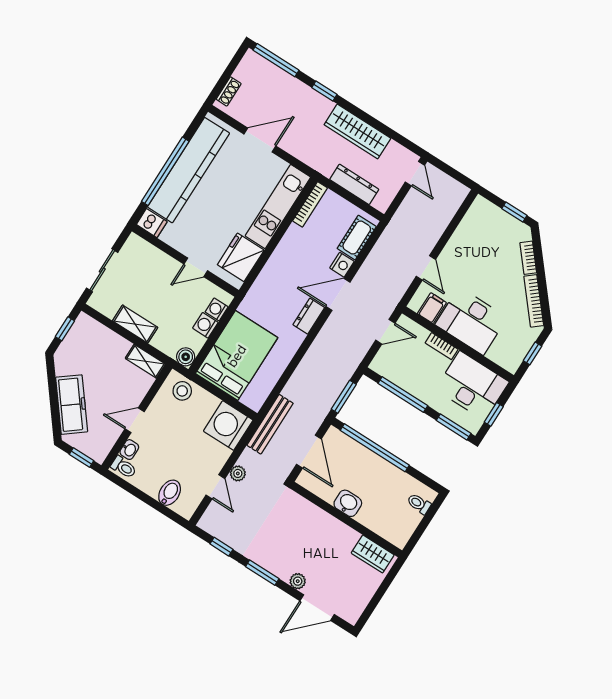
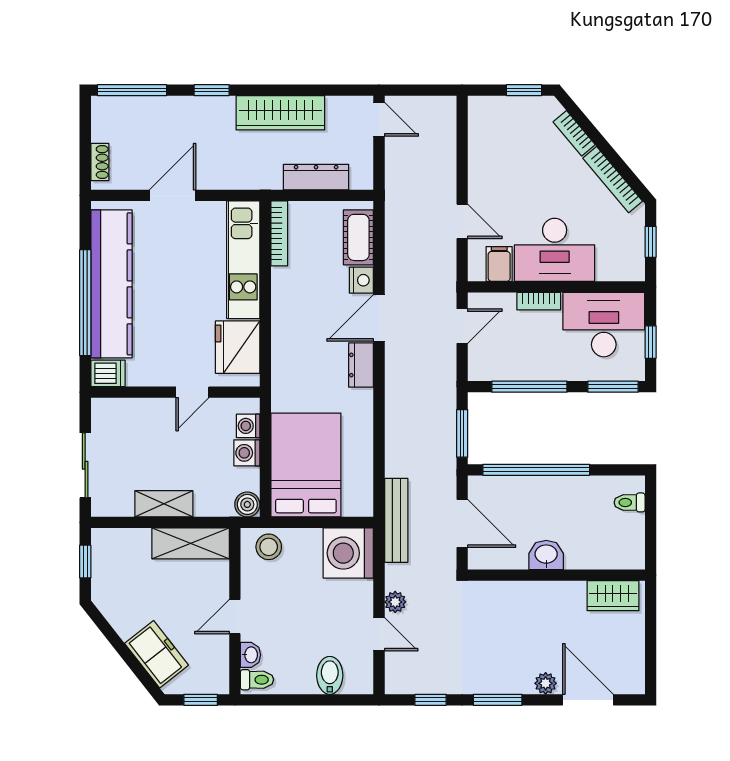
shelving: (145, 361) -> (191, 543), width x1.50, depth x1.33
freezer: (72, 405) -> (157, 654), width x0.71
door: (317, 608) -> (588, 700), swing flipped

